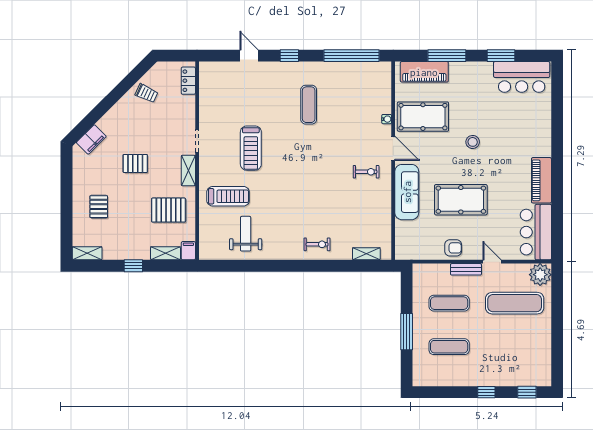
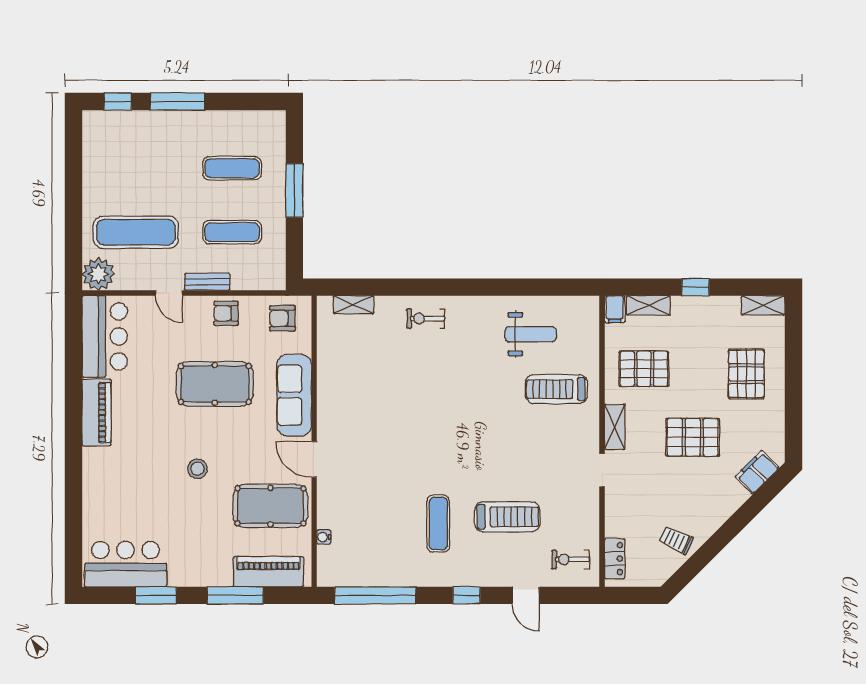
water cooler: (387, 119) -> (324, 537), moved
treadmill: (251, 148) -> (507, 517), moved, turned 90
pallet: (135, 163) -> (693, 437), width x1.50, depth x1.42
exercise bike: (366, 172) -> (571, 560), moved
pallet: (99, 207) -> (746, 374), width x1.50, depth x1.42
weight bench: (246, 234) -> (531, 334), turned -90
armchair: (415, 244) -> (282, 318), added
window: (486, 392) -> (177, 101), width x2.17

